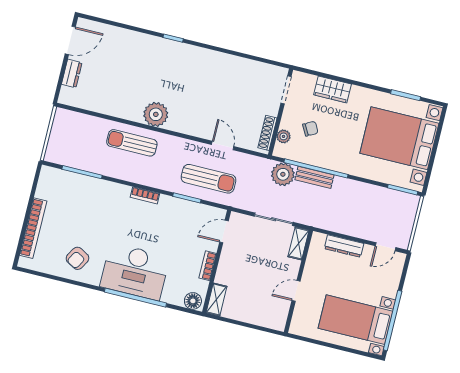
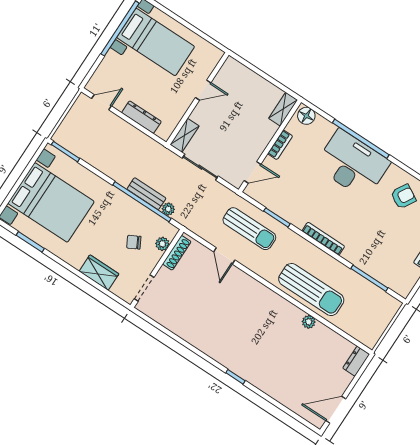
dresser: (72, 73) -> (356, 361), moved
plant: (156, 114) -> (309, 322), moved, width x0.53, depth x0.53
sun lounger: (132, 143) -> (311, 290), width x1.36, depth x1.34
plant: (283, 174) -> (168, 209), width x0.53, depth x0.53
sun lounger: (209, 179) -> (249, 229), turned 180
bookcase: (145, 195) -> (323, 239), width x1.56

